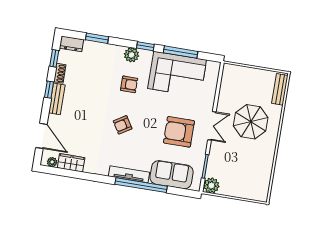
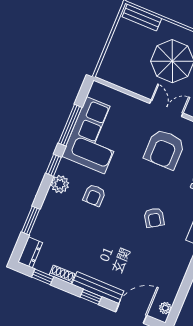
armchair: (129, 84) -> (94, 195), turned 180
window: (49, 90) -> (91, 297), moved
bench: (57, 99) -> (98, 288), width x1.36
armchair: (123, 125) -> (154, 218), moved
wardrobe: (71, 163) -> (171, 286), removed

